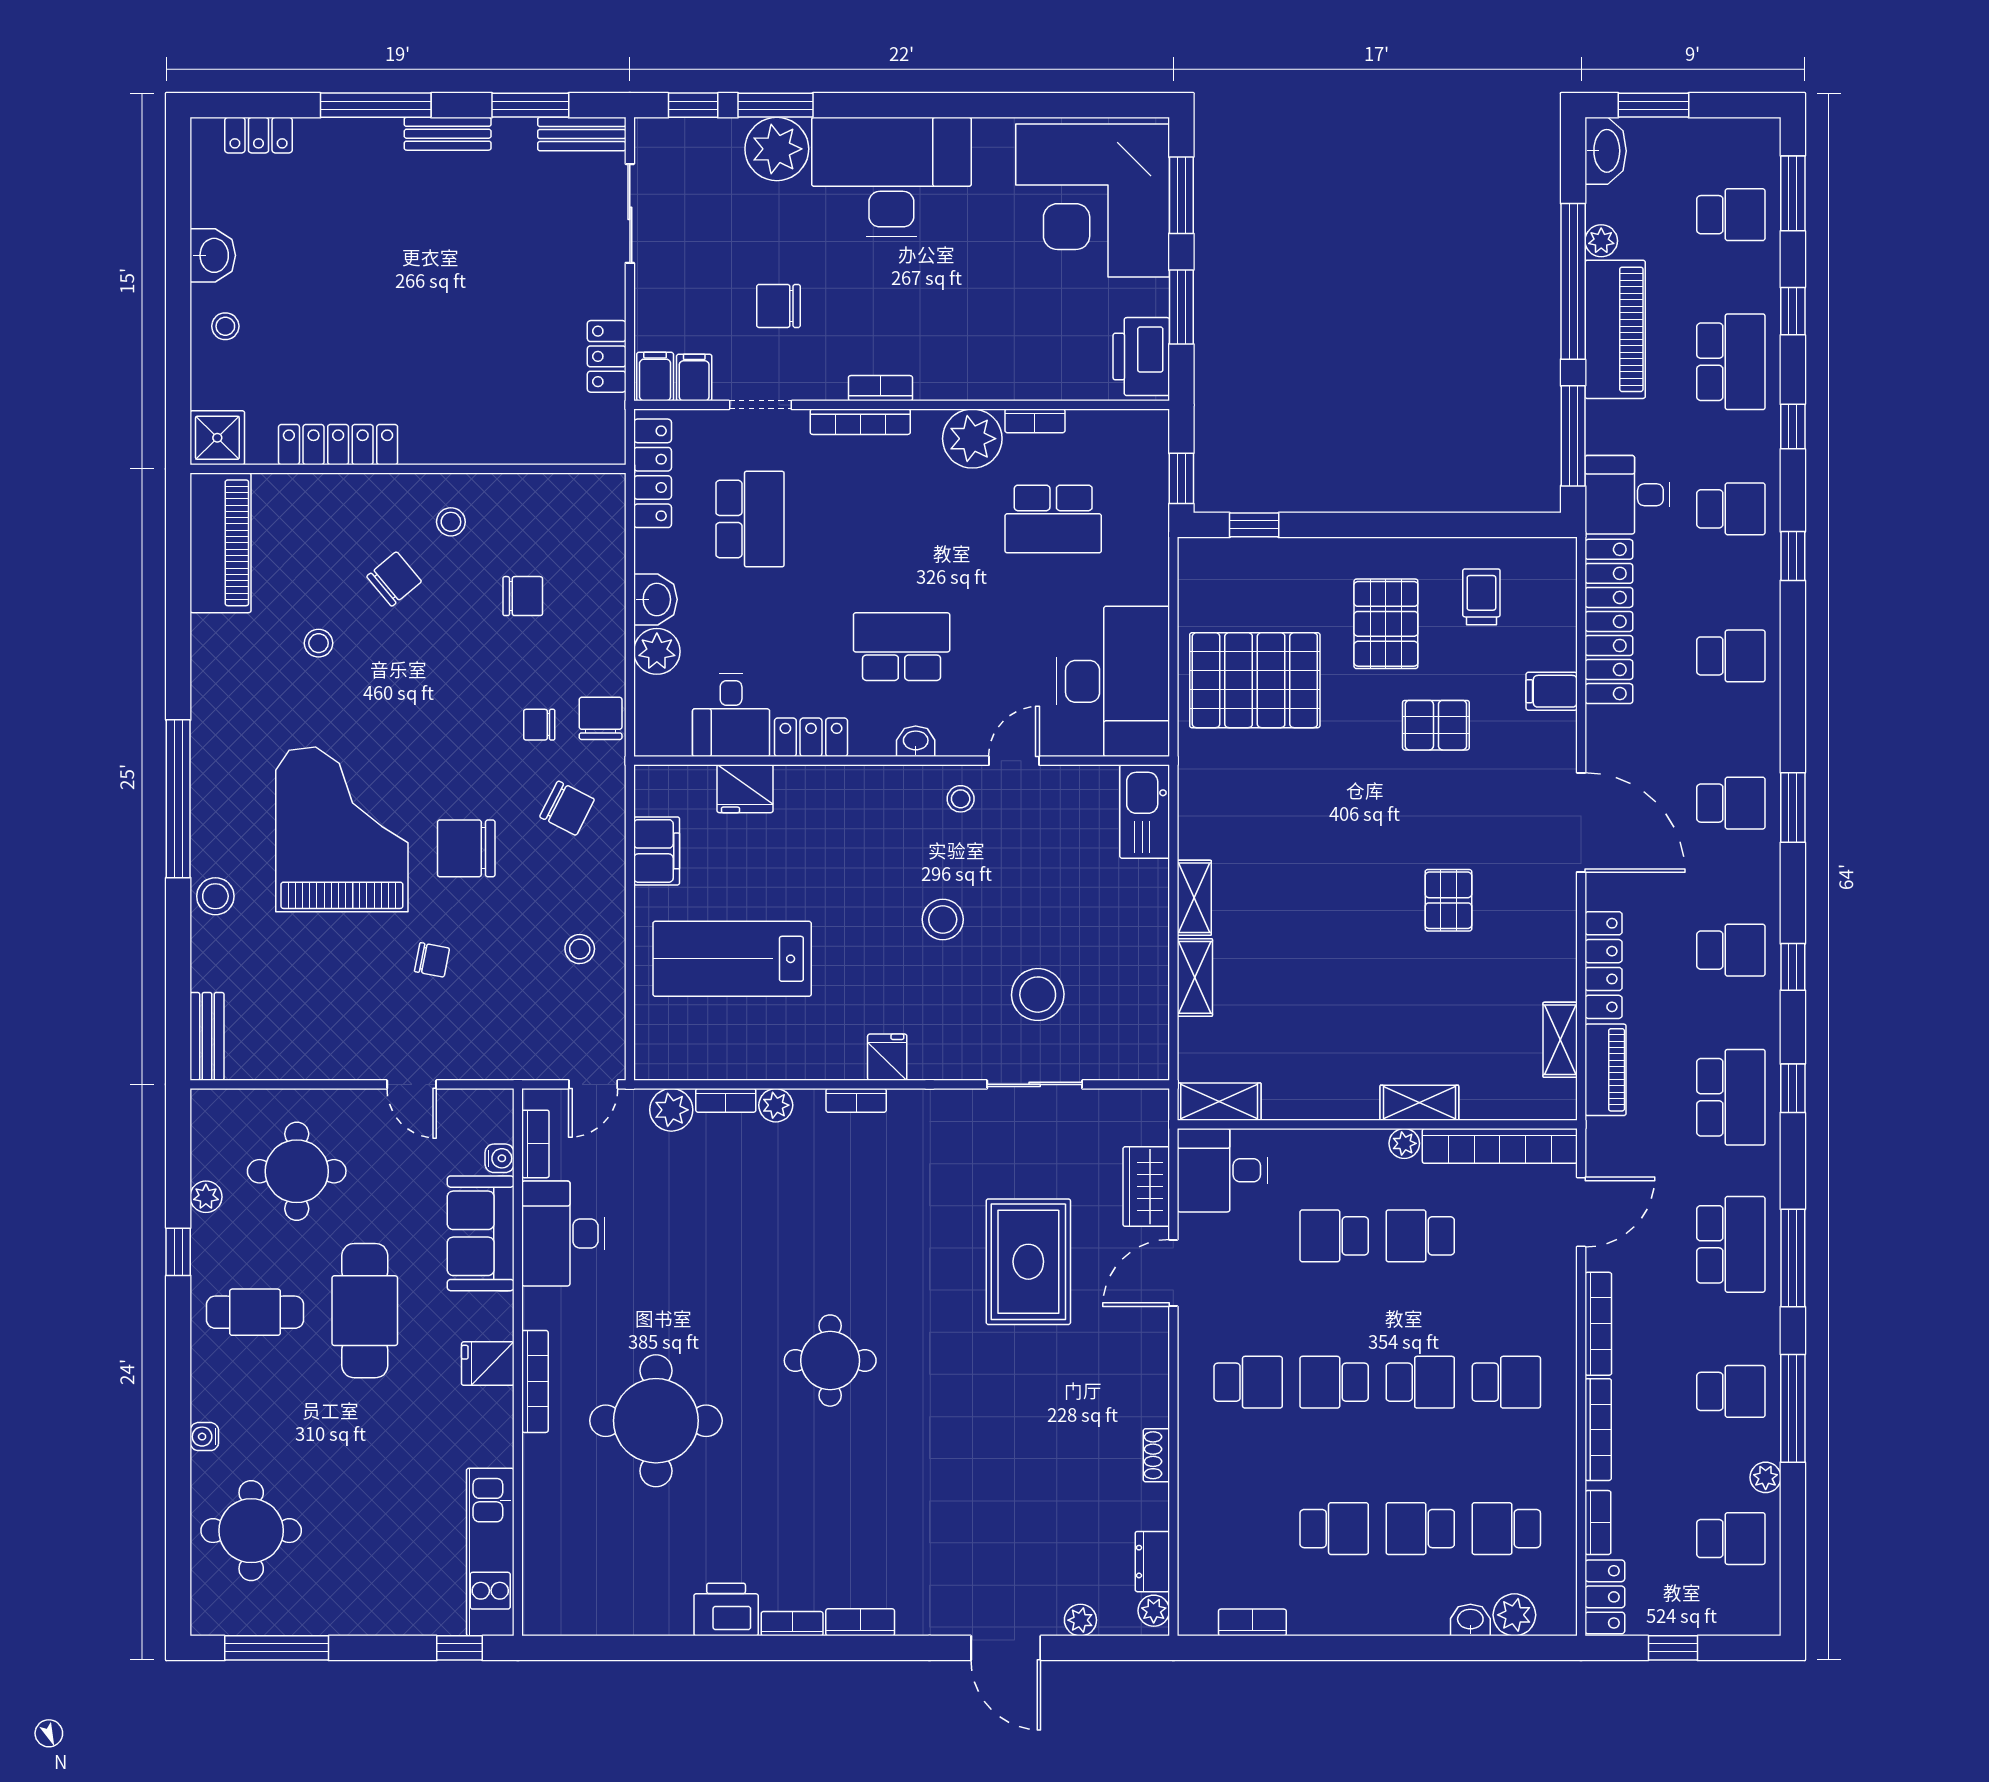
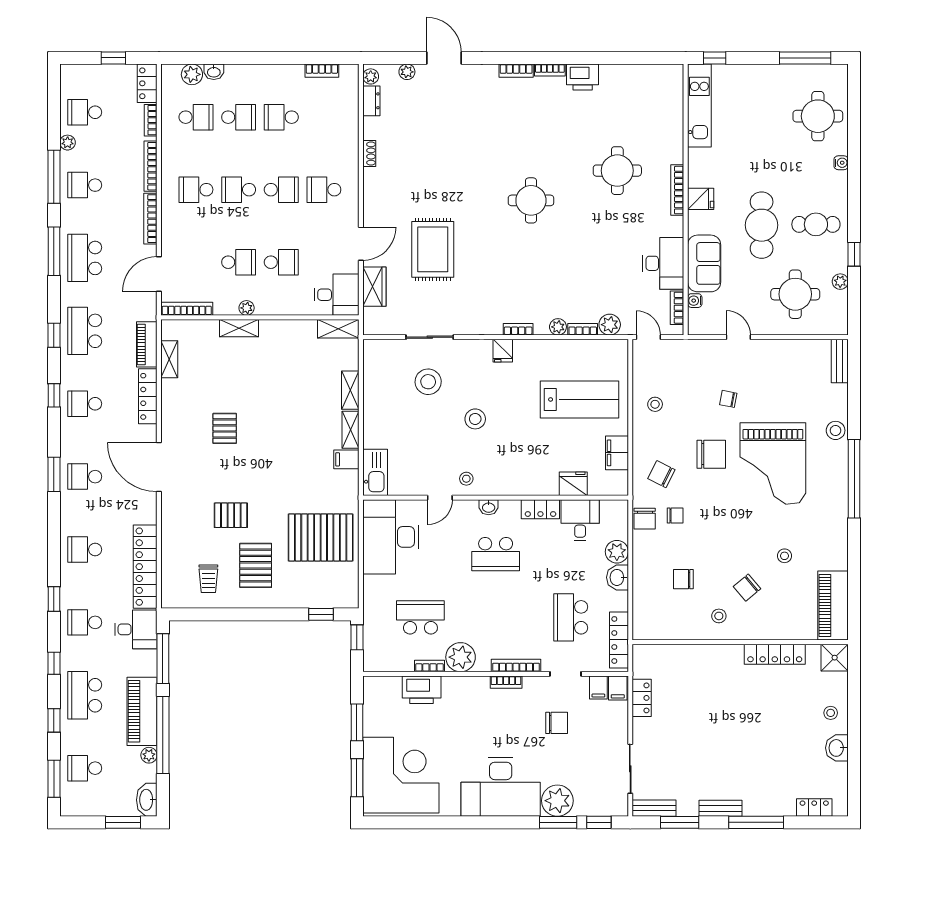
printer: (1141, 357) -> (422, 690), moved, turned 90
filing cabinet: (1552, 691) -> (346, 459), moved, turned 180
door: (593, 1084) -> (648, 337), hinge flipped
bookcase: (1500, 1146) -> (187, 309), width x0.68, depth x0.76
round table: (656, 1421) -> (617, 171), width x0.73, depth x0.73

